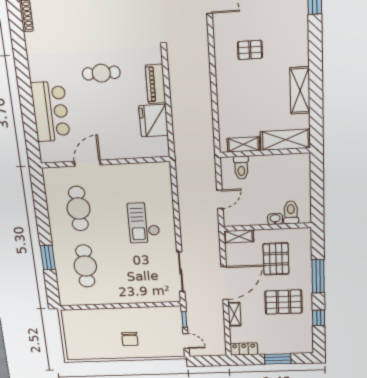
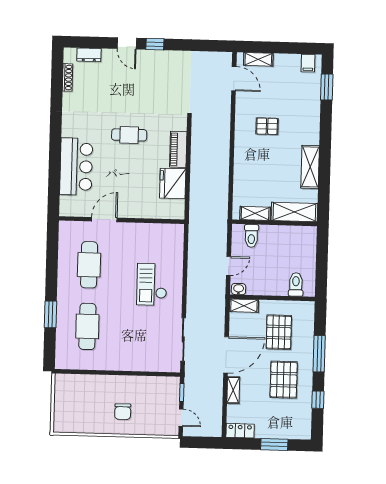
washbasin: (275, 219) -> (239, 289), moved
pallet: (284, 302) -> (284, 380), turned 90

